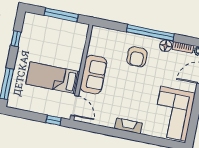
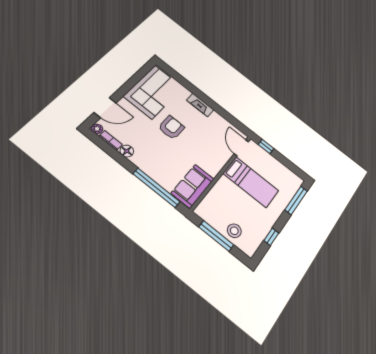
stool: (49, 27) -> (234, 231), added
window: (150, 33) -> (156, 188), moved
armchair: (137, 57) -> (171, 128), moved
sofa: (93, 75) -> (193, 186), moved

